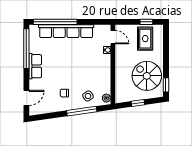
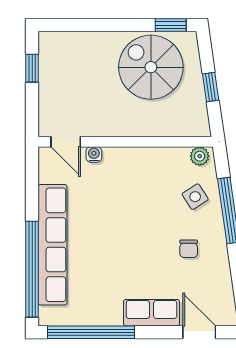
door: (113, 37) -> (66, 142), swing flipped
rug: (145, 39) -> (69, 71), removed
row of seats: (35, 66) -> (152, 313), moved
spiral stairs: (147, 76) -> (151, 67), turned 90

